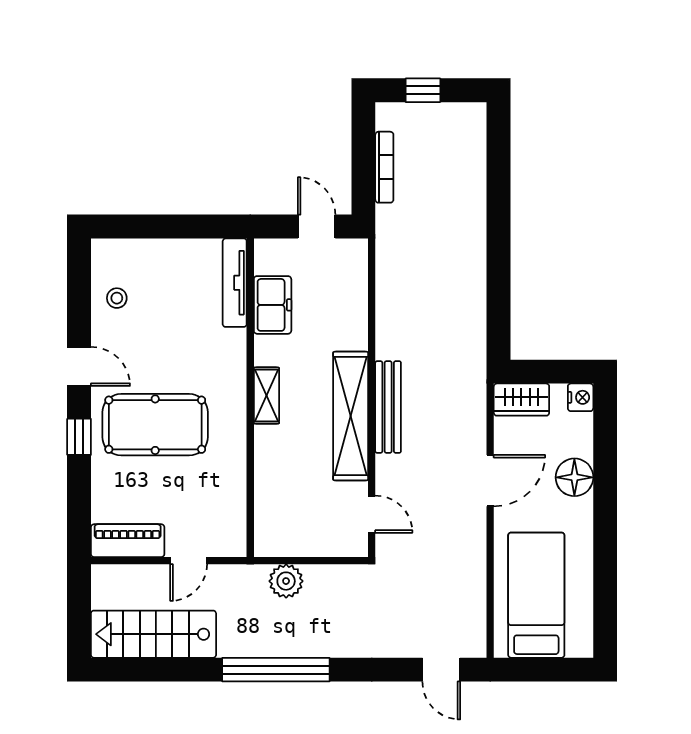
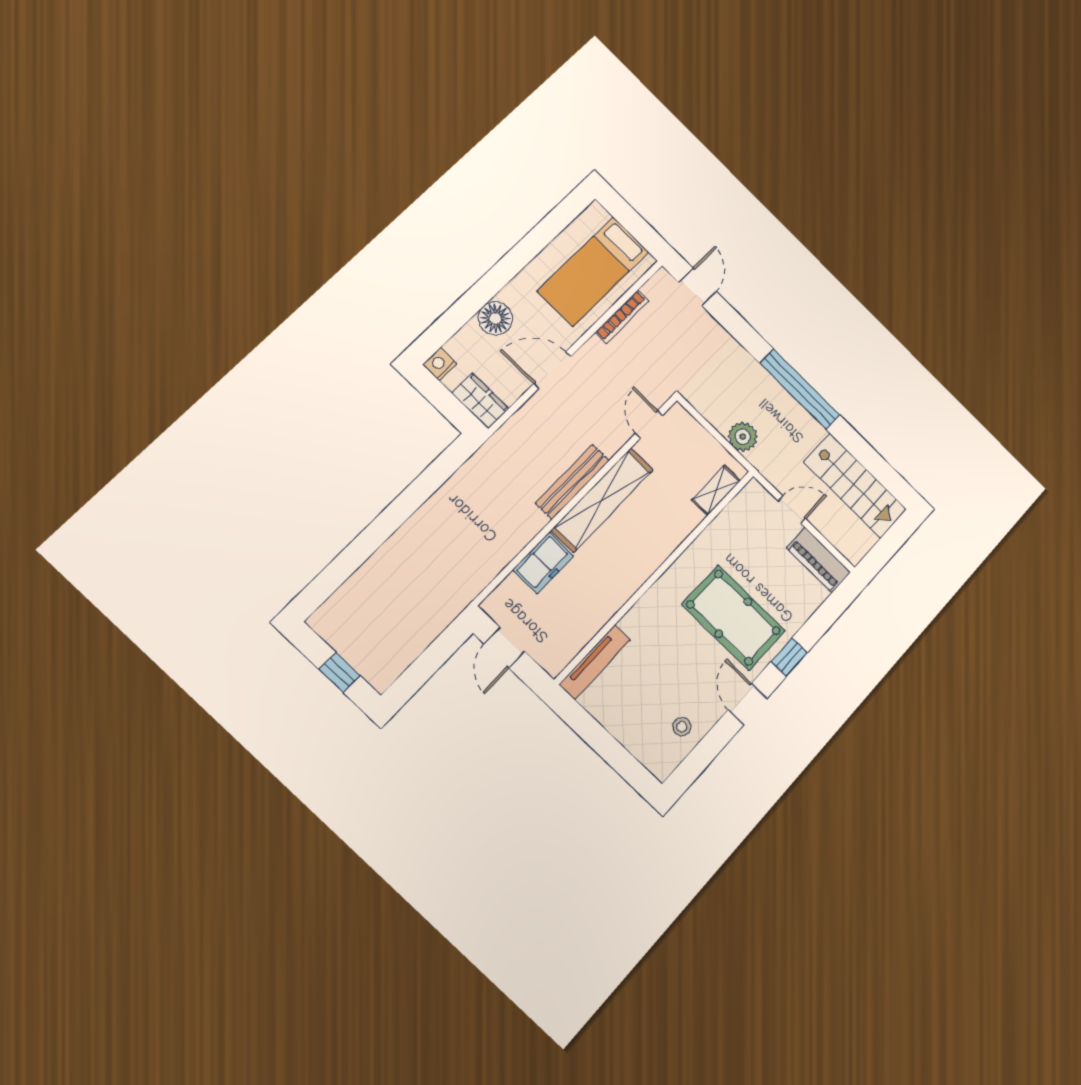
bookcase: (384, 167) -> (622, 317), moved, turned 180
freezer: (273, 305) -> (543, 563), moved, turned 180
shelving: (266, 396) -> (716, 490), moved

